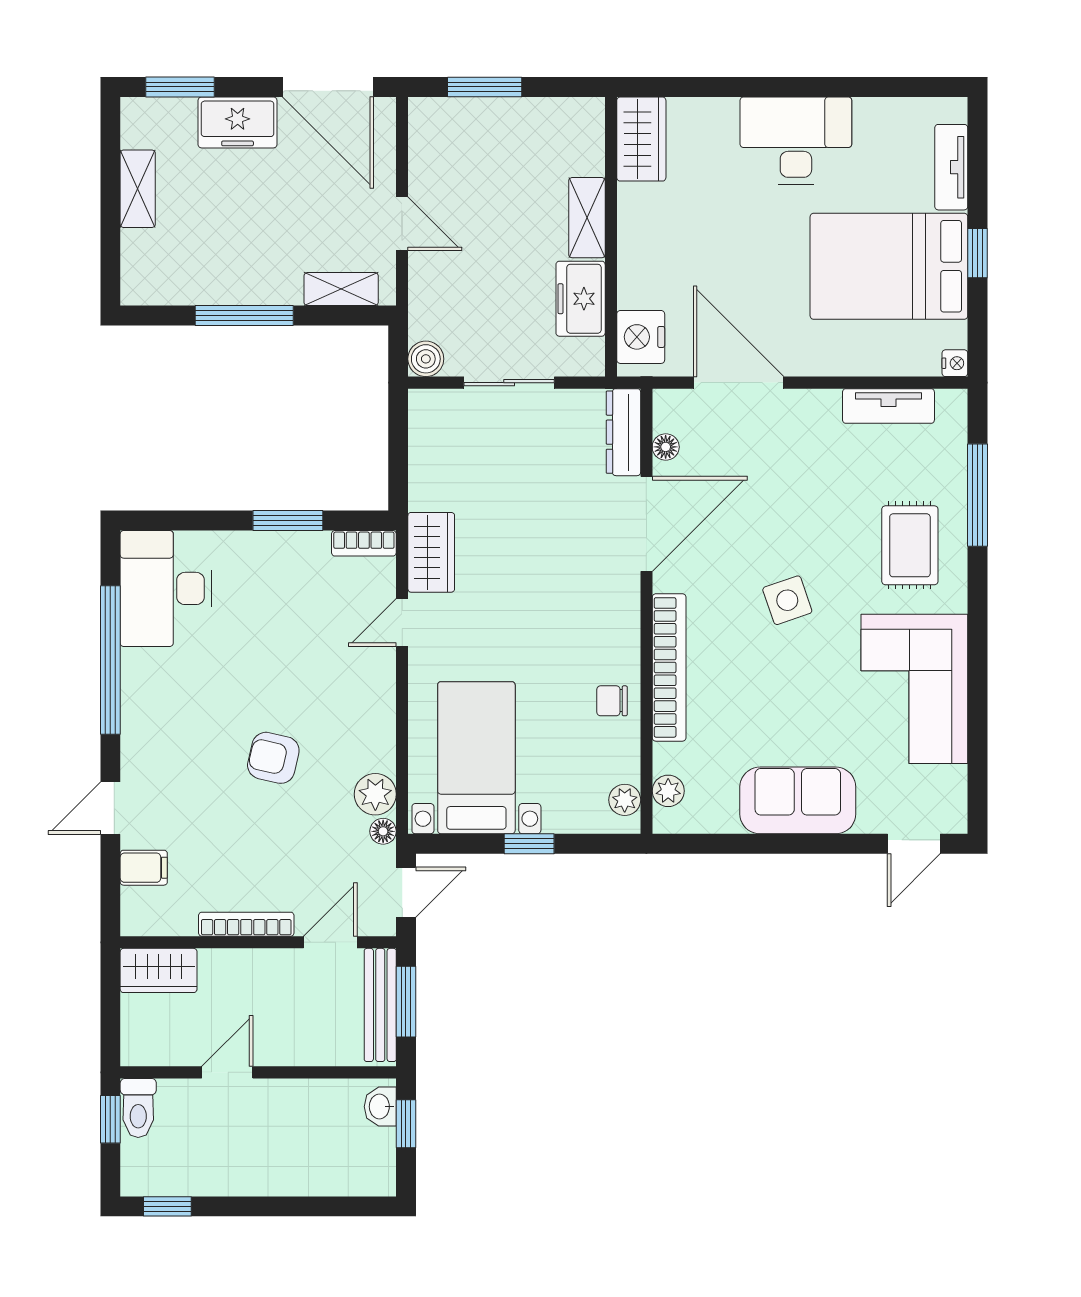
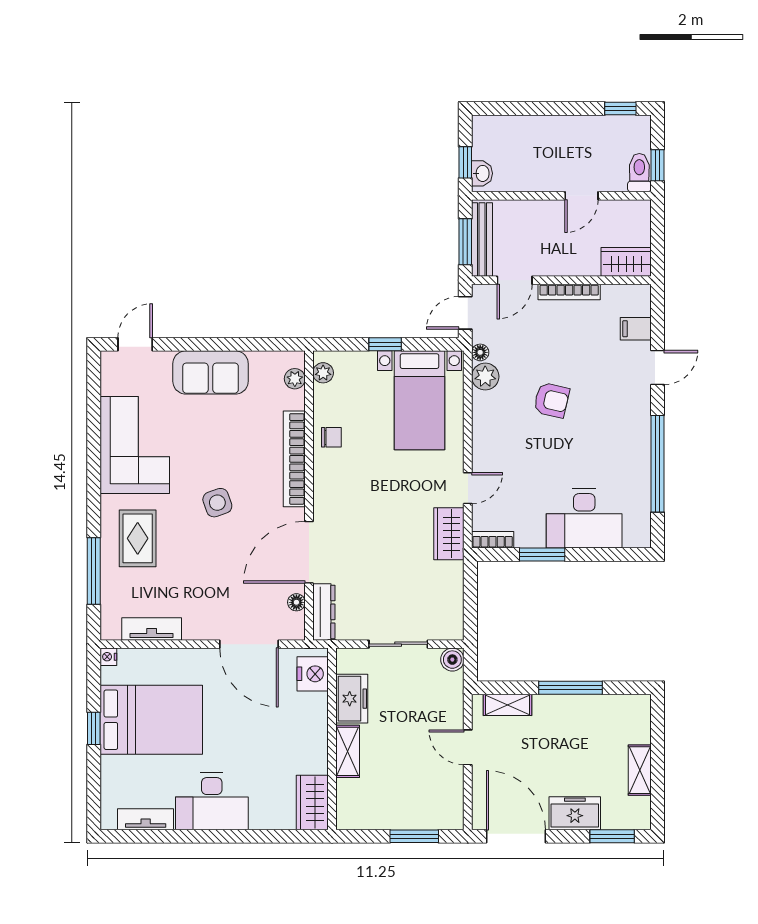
tv unit: (951, 167) -> (146, 819), moved, turned -90
desk: (166, 588) -> (584, 518), moved, turned 90

